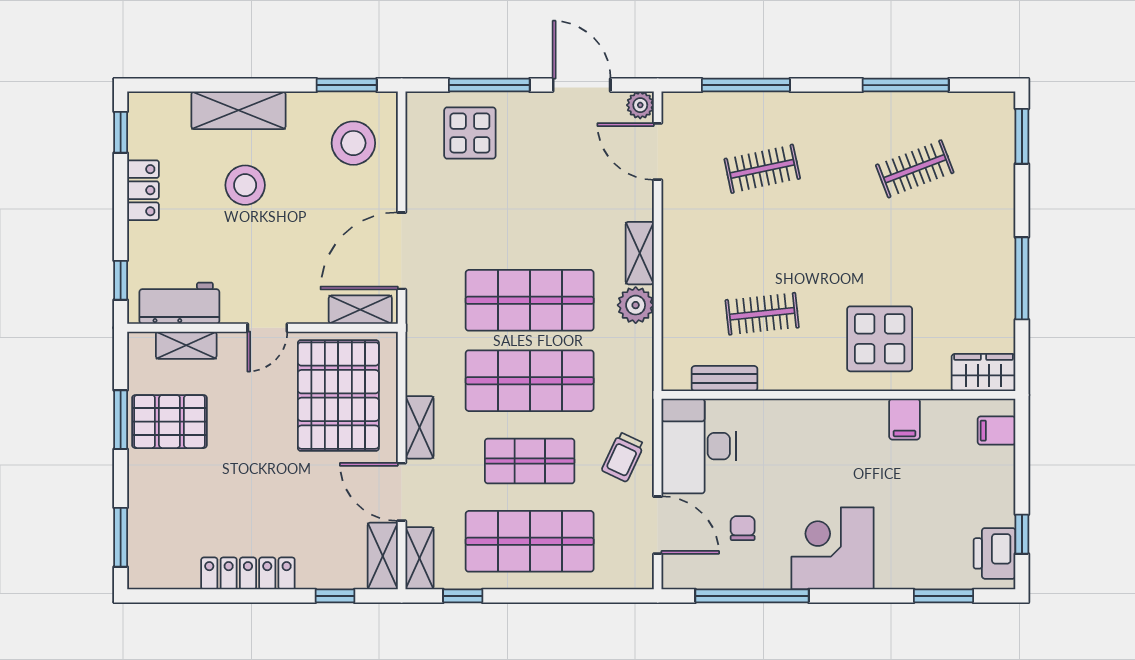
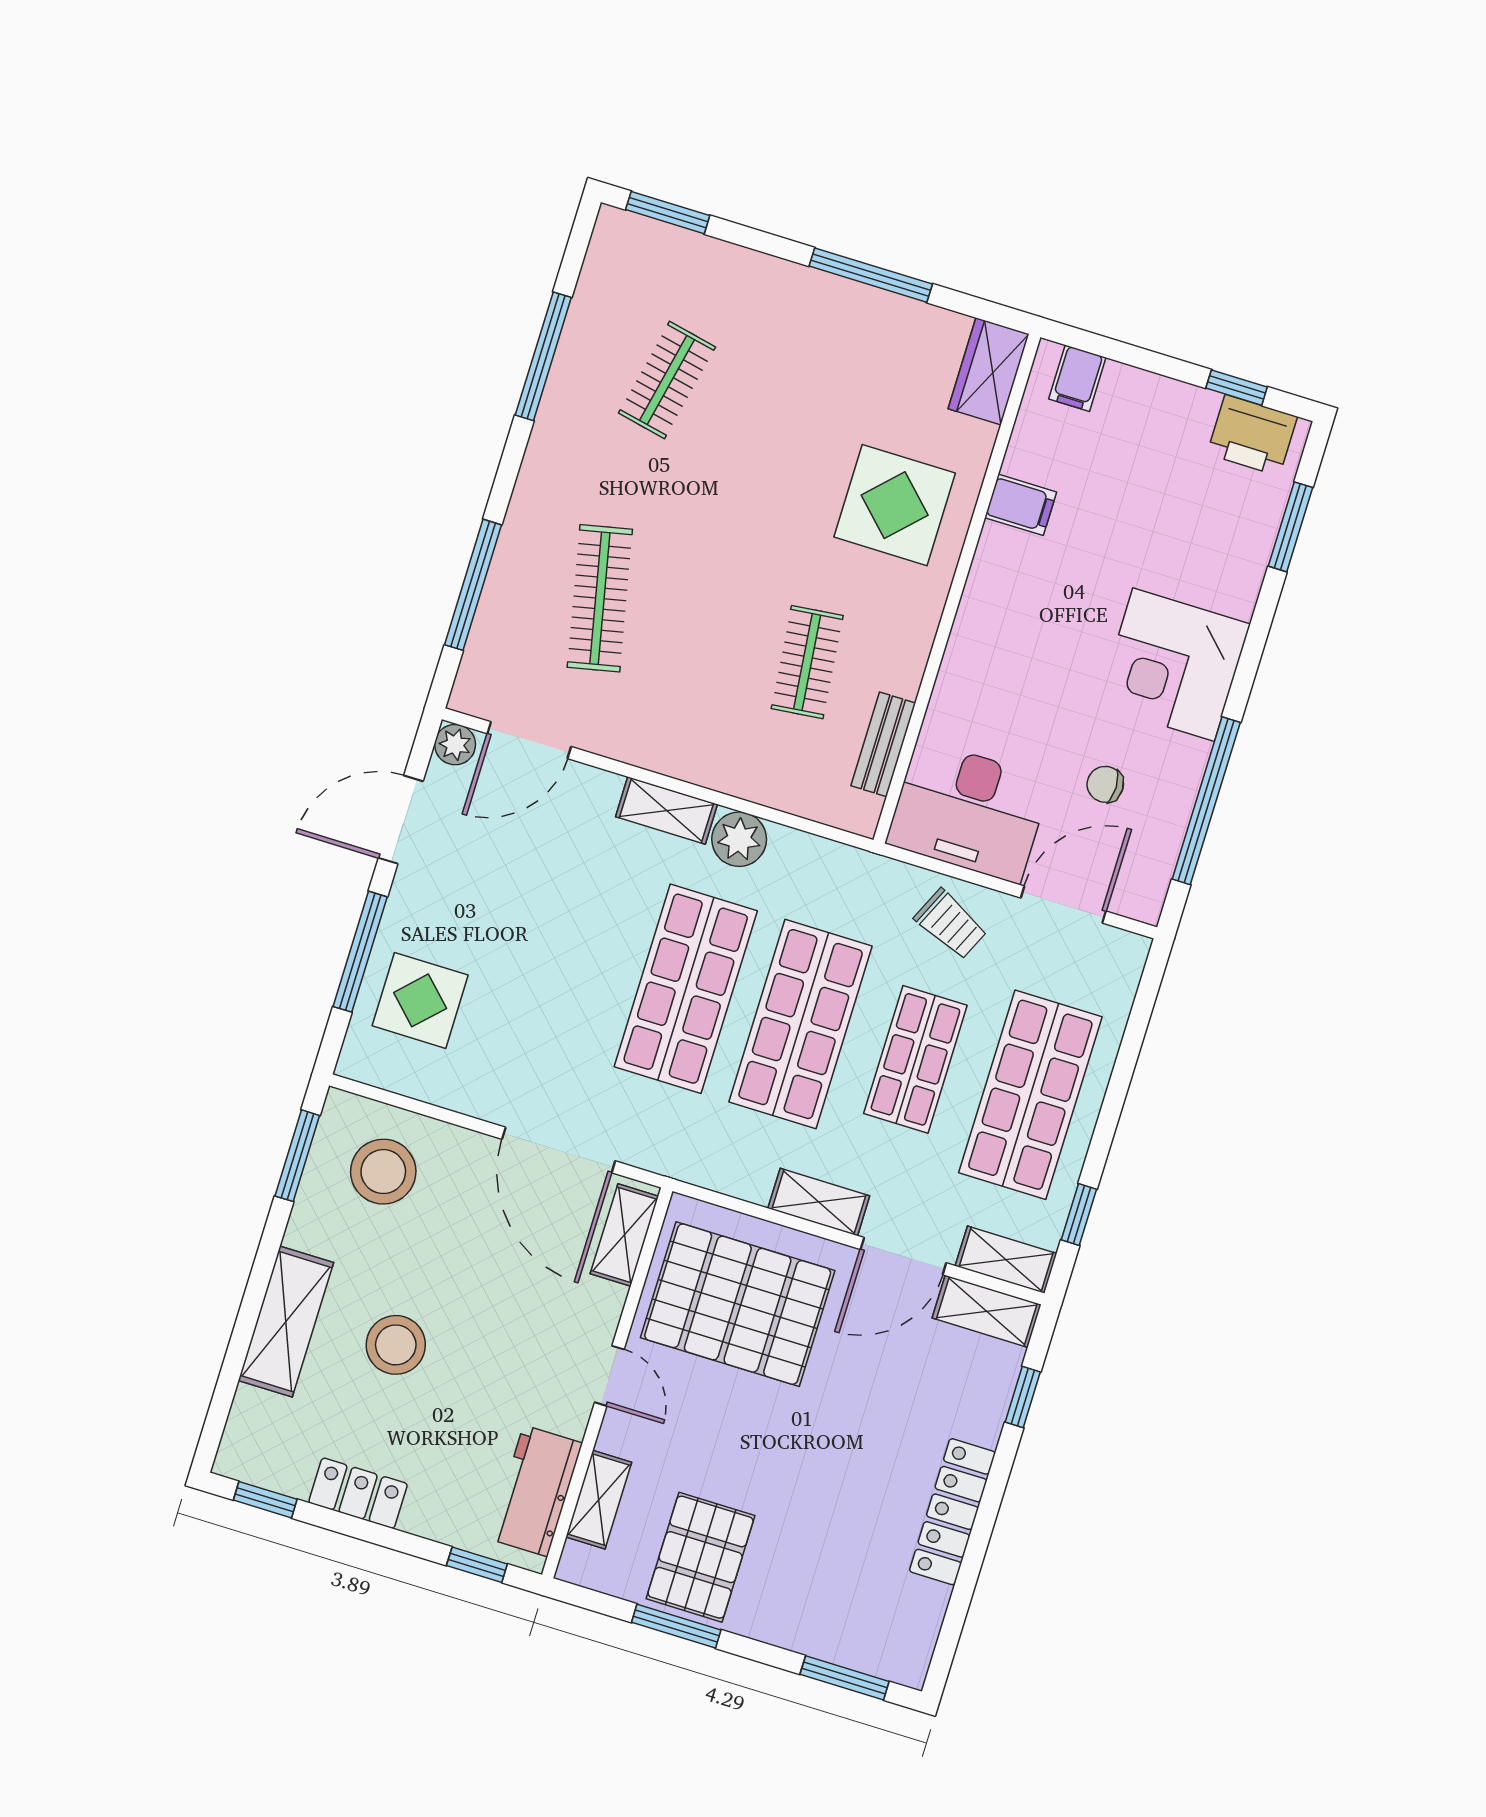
clothes rail: (762, 169) -> (600, 598), width x1.36
clothes rail: (915, 169) -> (667, 380), turned 33

